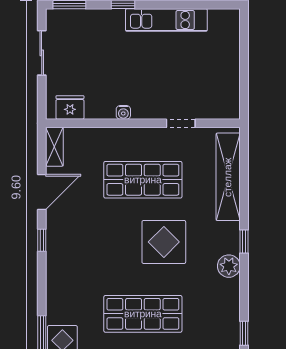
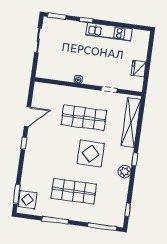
fridge: (70, 107) -> (138, 69), moved, turned -90
shelving: (54, 147) -> (38, 93), removed

